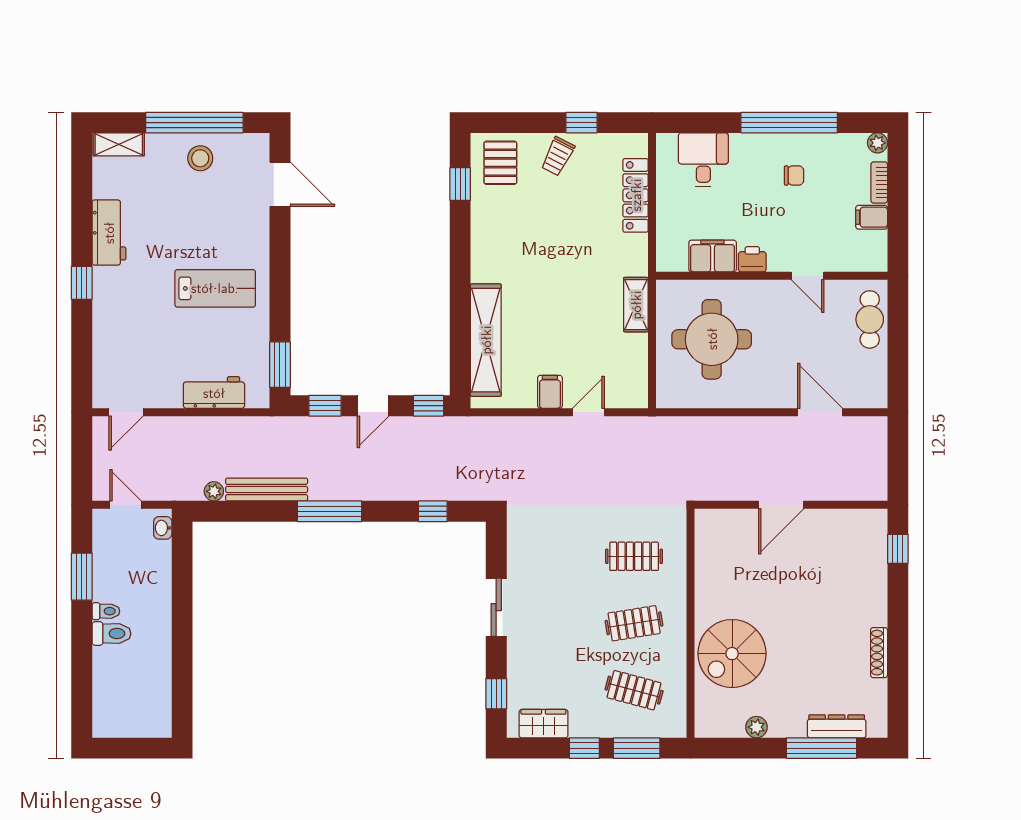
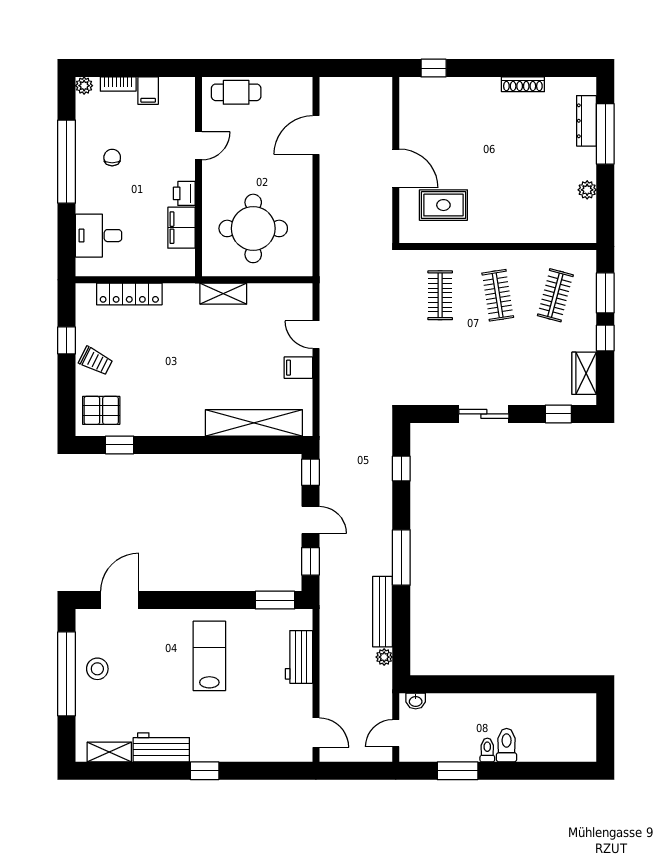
shelving: (119, 144) -> (109, 752), moved, turned 90
rug: (739, 560) -> (443, 205), added
spiral stairs: (732, 654) -> (524, 211), removed

